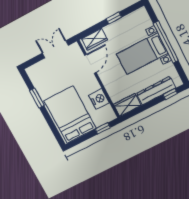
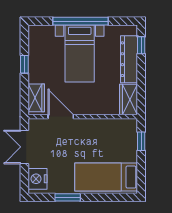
nightstand: (99, 99) -> (38, 179), moved, turned -90
bed: (70, 115) -> (106, 177), width x0.67

